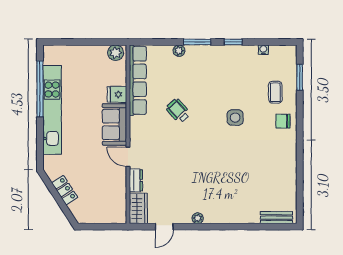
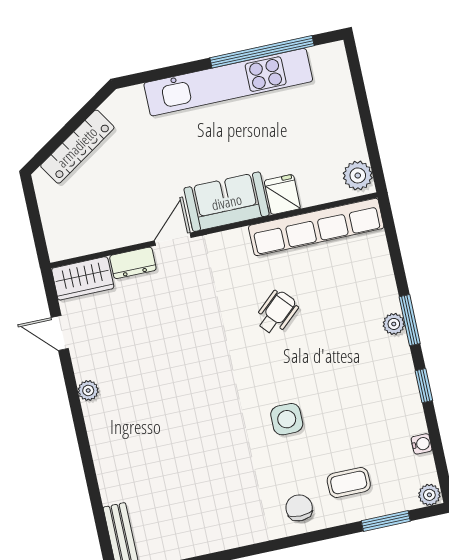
plant: (179, 51) -> (394, 324), moved
plant: (291, 51) -> (429, 495), added
locker: (65, 190) -> (77, 147), width x1.53

